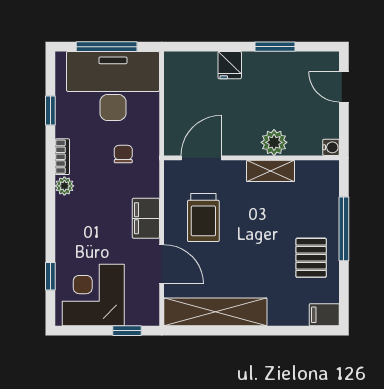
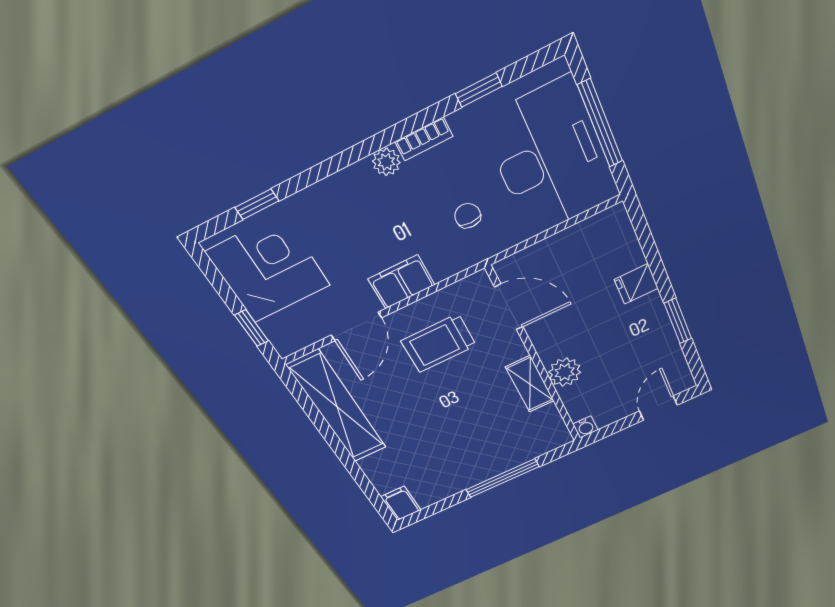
chair: (123, 154) -> (468, 216), turned -90
pallet: (311, 258) -> (454, 465), removed

